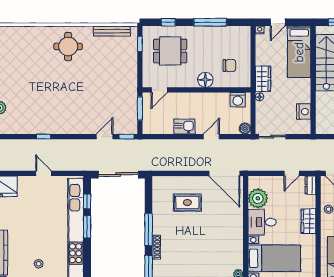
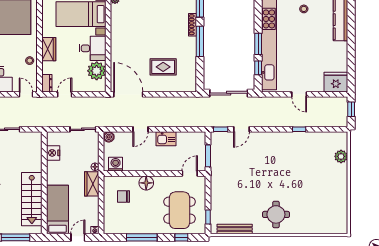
dining table: (170, 51) -> (179, 210), width x1.38

